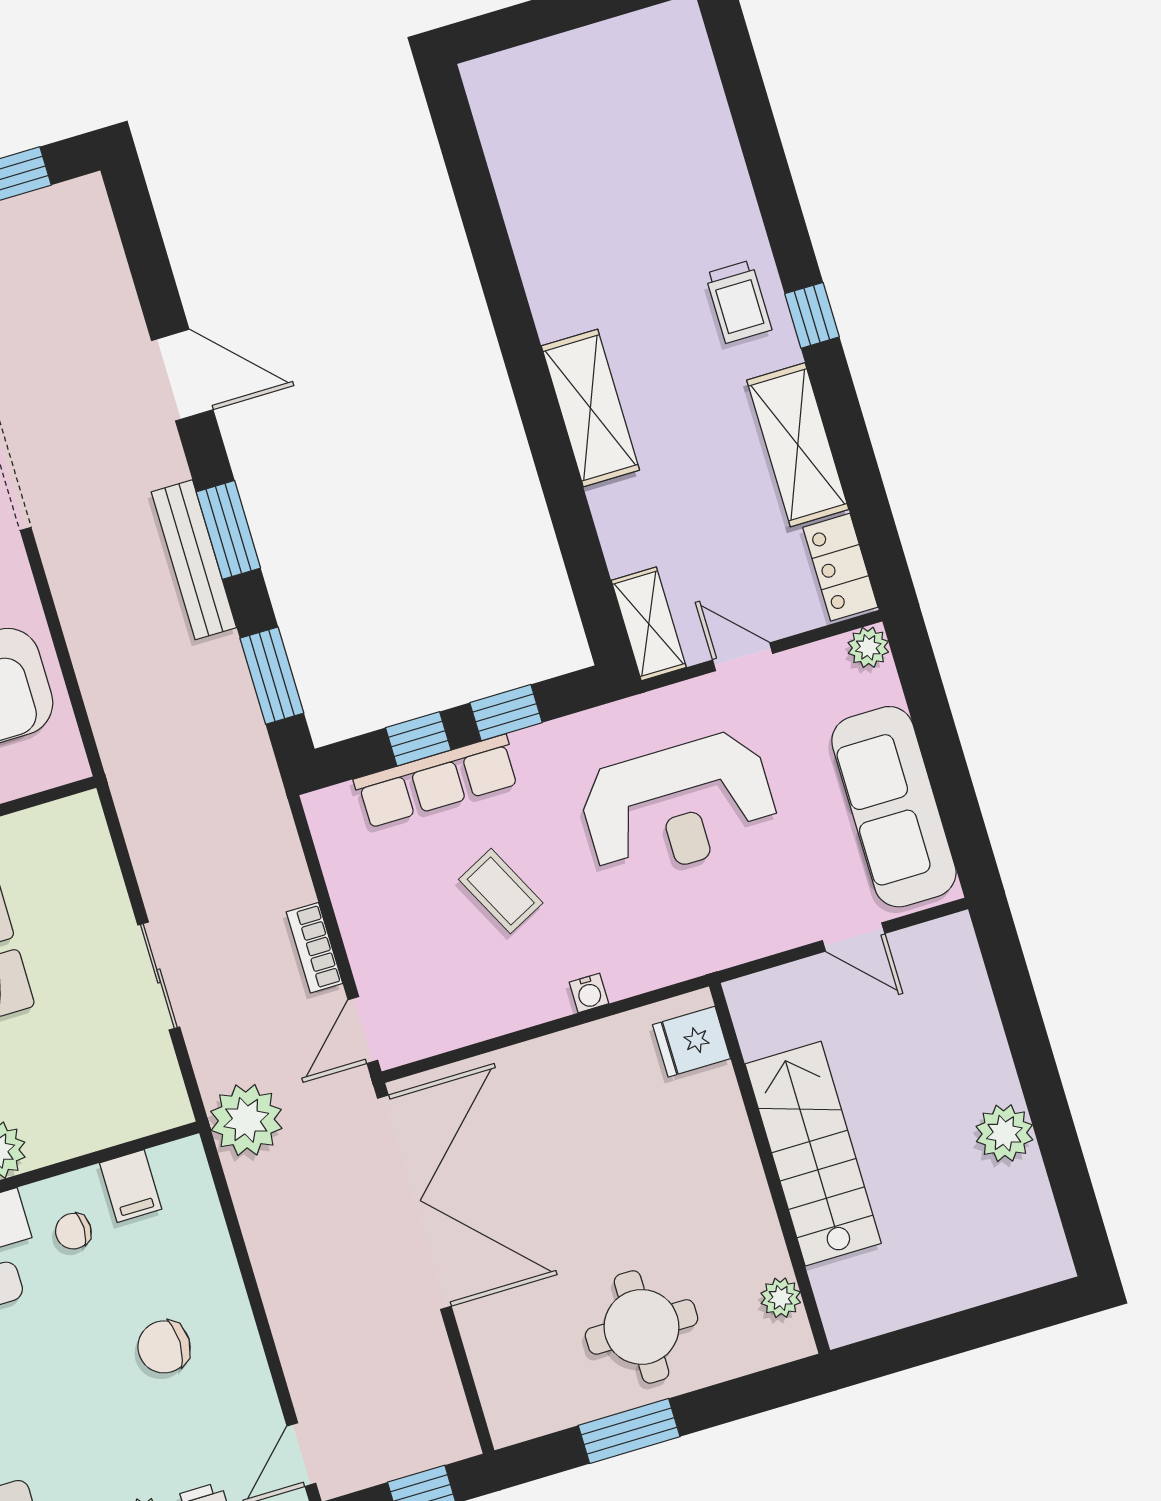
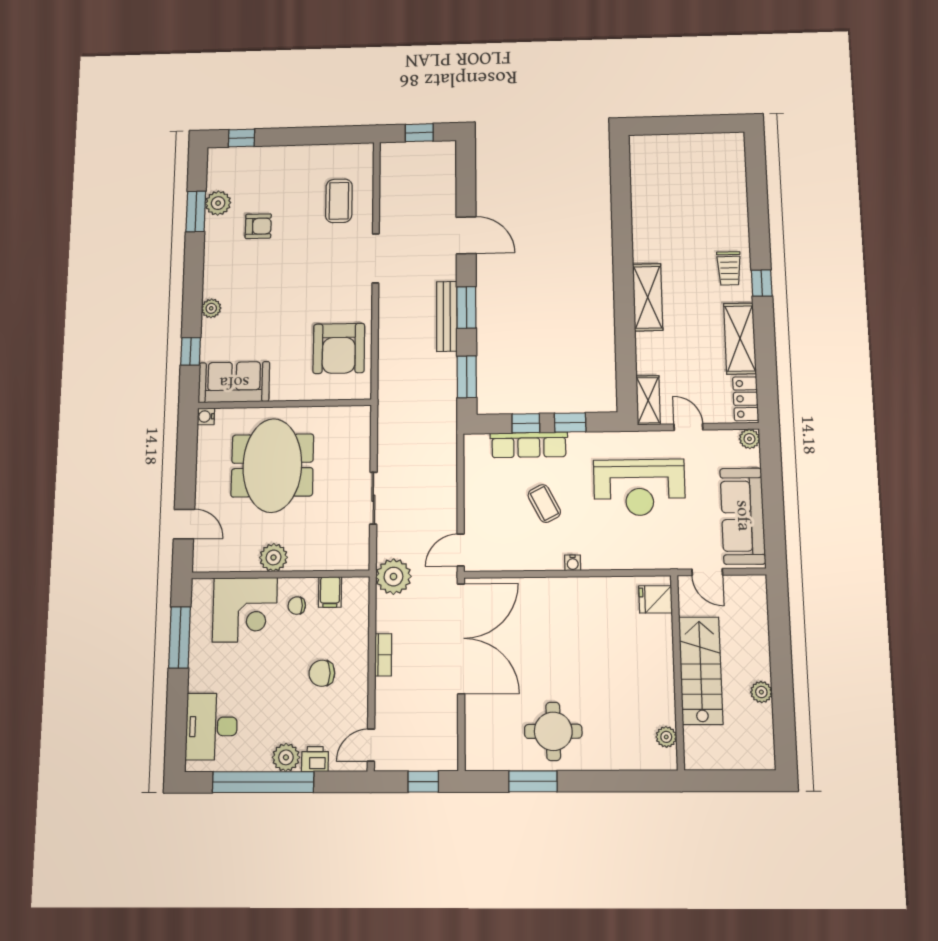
bookcase: (314, 948) -> (383, 655), moved, turned 180
fridge: (692, 1042) -> (656, 599), moved
plant: (1004, 1133) -> (761, 692), width x0.73, depth x0.73
stairs: (813, 1154) -> (701, 671), moved
wall: (770, 1168) -> (677, 671), moved
plant: (781, 1298) -> (666, 737), moved

